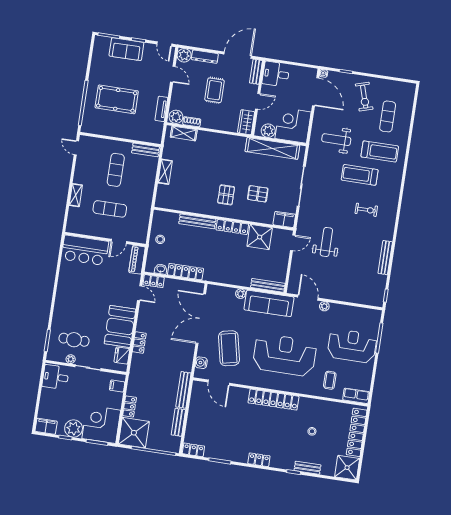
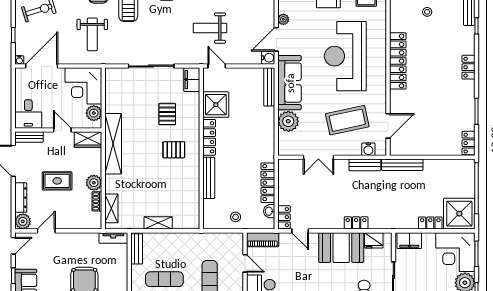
tv unit: (161, 109) -> (113, 238), moved
plant: (176, 117) -> (94, 183), moved
shelving: (272, 148) -> (113, 144), moved
water cooler: (293, 288) -> (268, 58), added
door: (140, 293) -> (300, 231), swing flipped
plant: (241, 294) -> (288, 121), width x1.87, depth x1.87
double door: (201, 319) -> (318, 157), width x0.54
filing cabinet: (117, 386) -> (409, 241), width x2.00
bench: (178, 422) -> (365, 165), moved

